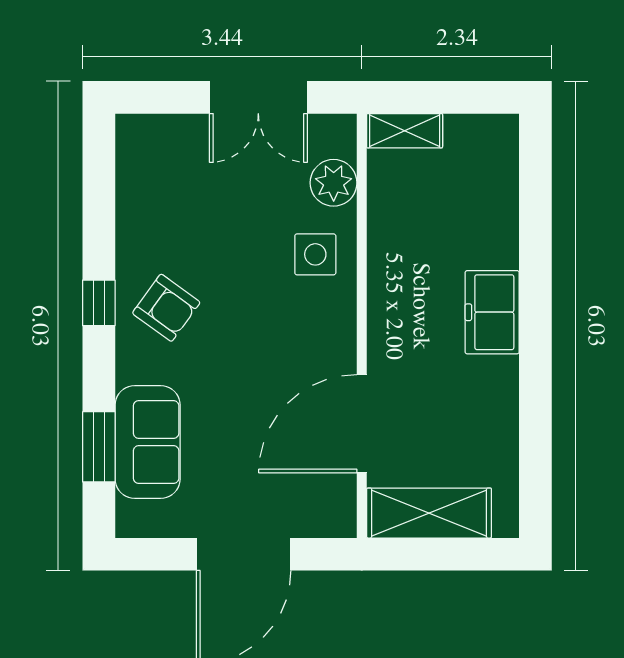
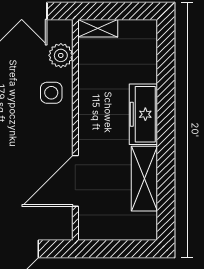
freezer: (492, 312) -> (143, 114), width x1.40
shelving: (429, 513) -> (144, 179), moved, turned 90

